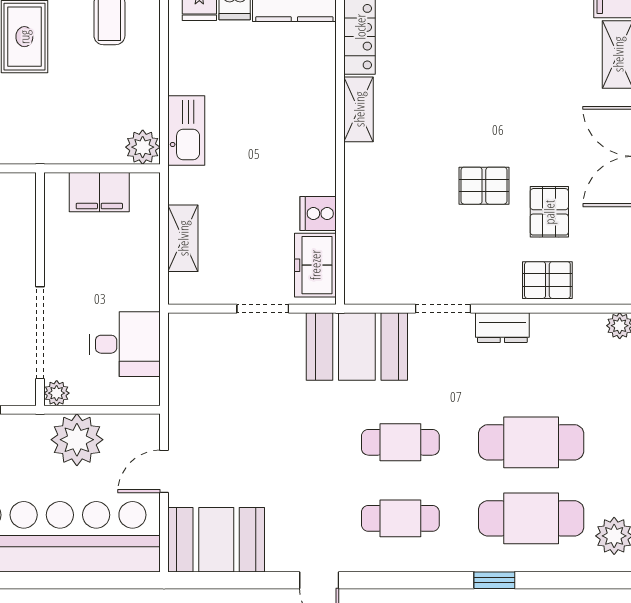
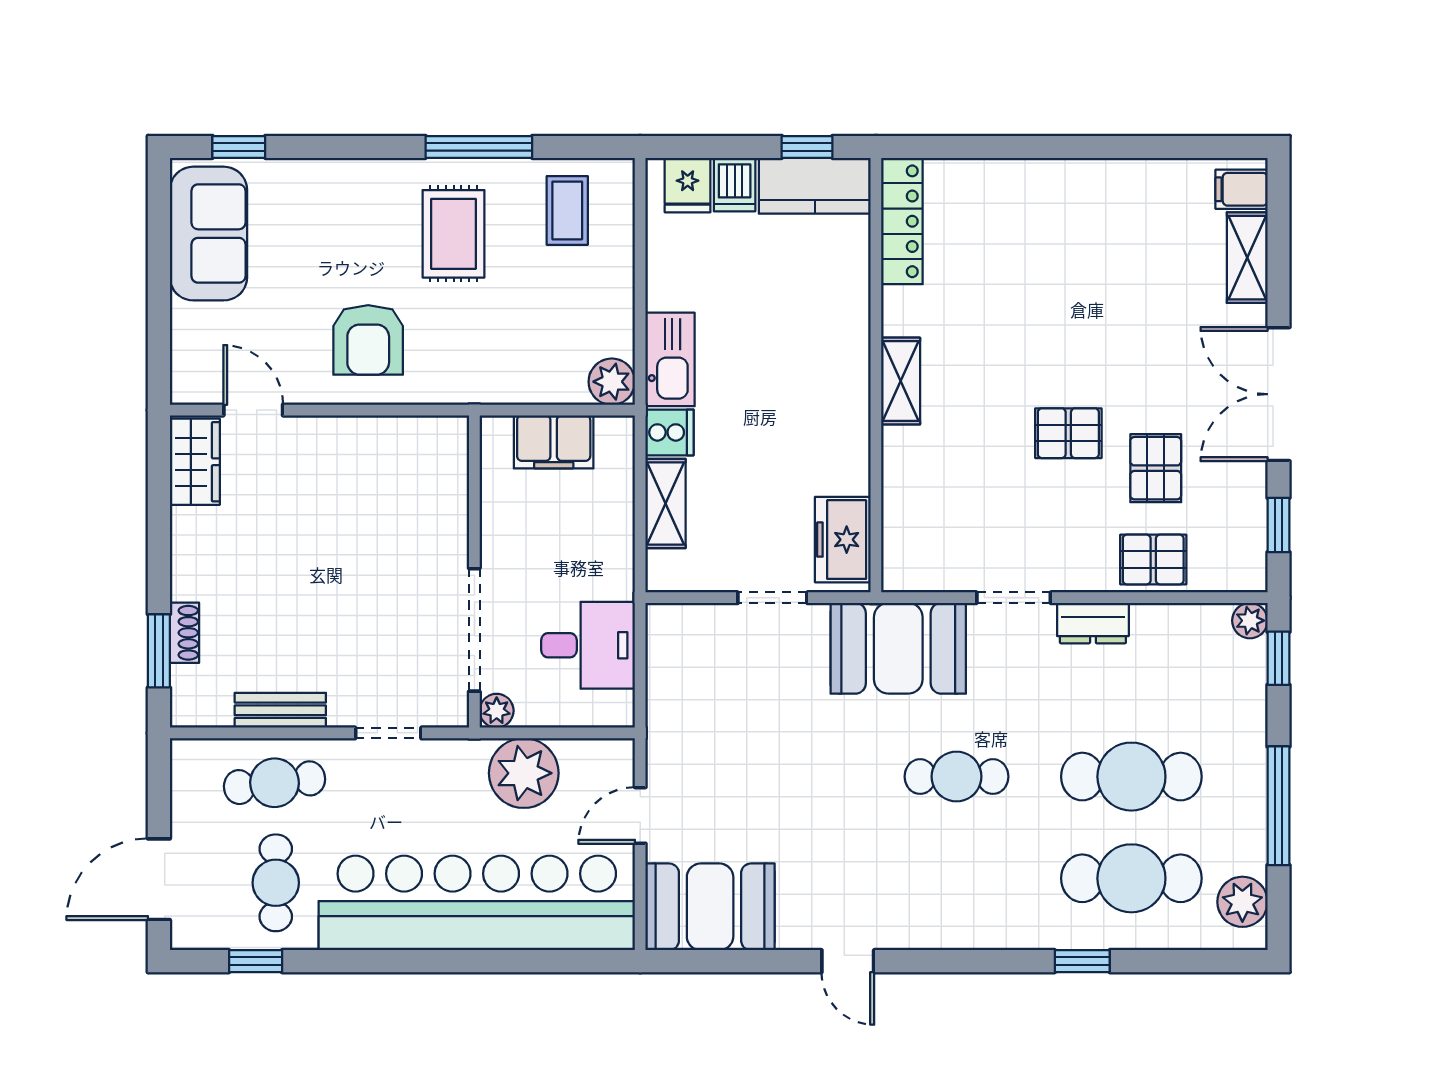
shelving: (359, 109) -> (901, 381), moved
cooker: (318, 214) -> (669, 432), moved, turned 180
cafe table: (400, 518) -> (956, 878), removed

